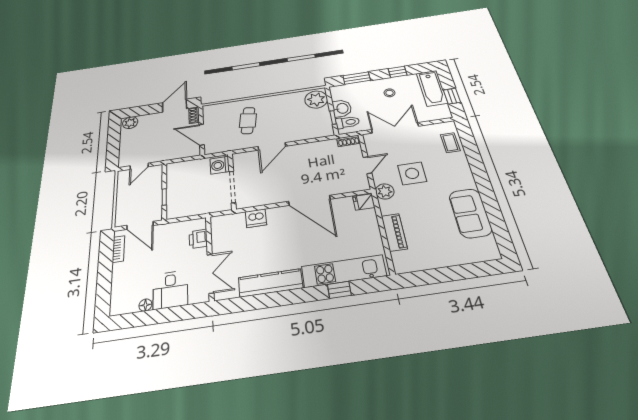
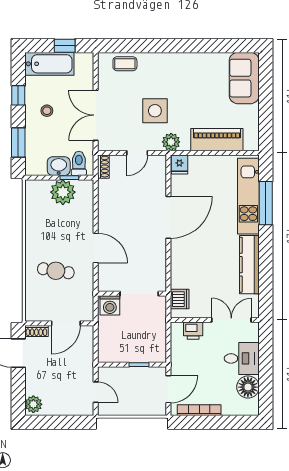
plant: (316, 100) -> (63, 192), moved
door: (367, 165) -> (137, 153), swing flipped
sofa: (470, 213) -> (244, 78), moved, turned 90
dishwasher: (256, 218) -> (180, 299), moved
piano: (394, 232) -> (217, 140), width x1.37, depth x1.33
bookcase: (118, 249) -> (199, 410), width x1.56
window: (339, 290) -> (266, 203), width x2.17
floor lamp: (145, 305) -> (248, 387), width x1.89, depth x1.89

